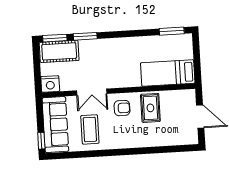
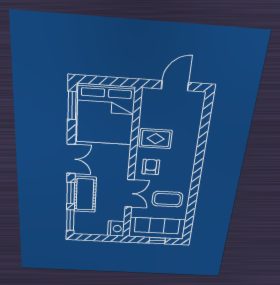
double door: (121, 34) -> (71, 159), added
cot: (59, 51) -> (85, 194), moved
bed: (168, 73) -> (105, 115), width x2.04
window: (41, 141) -> (157, 241), moved

